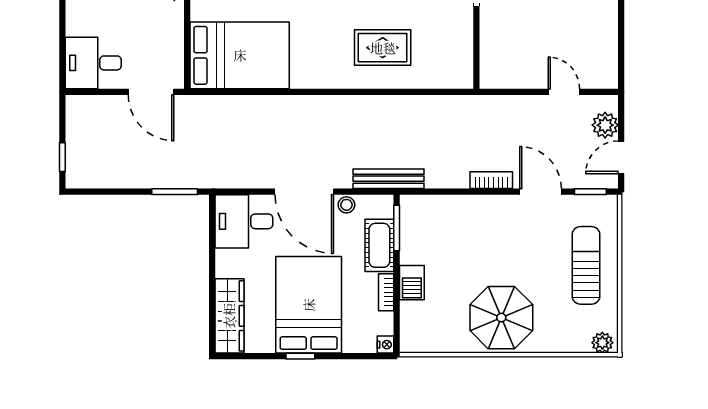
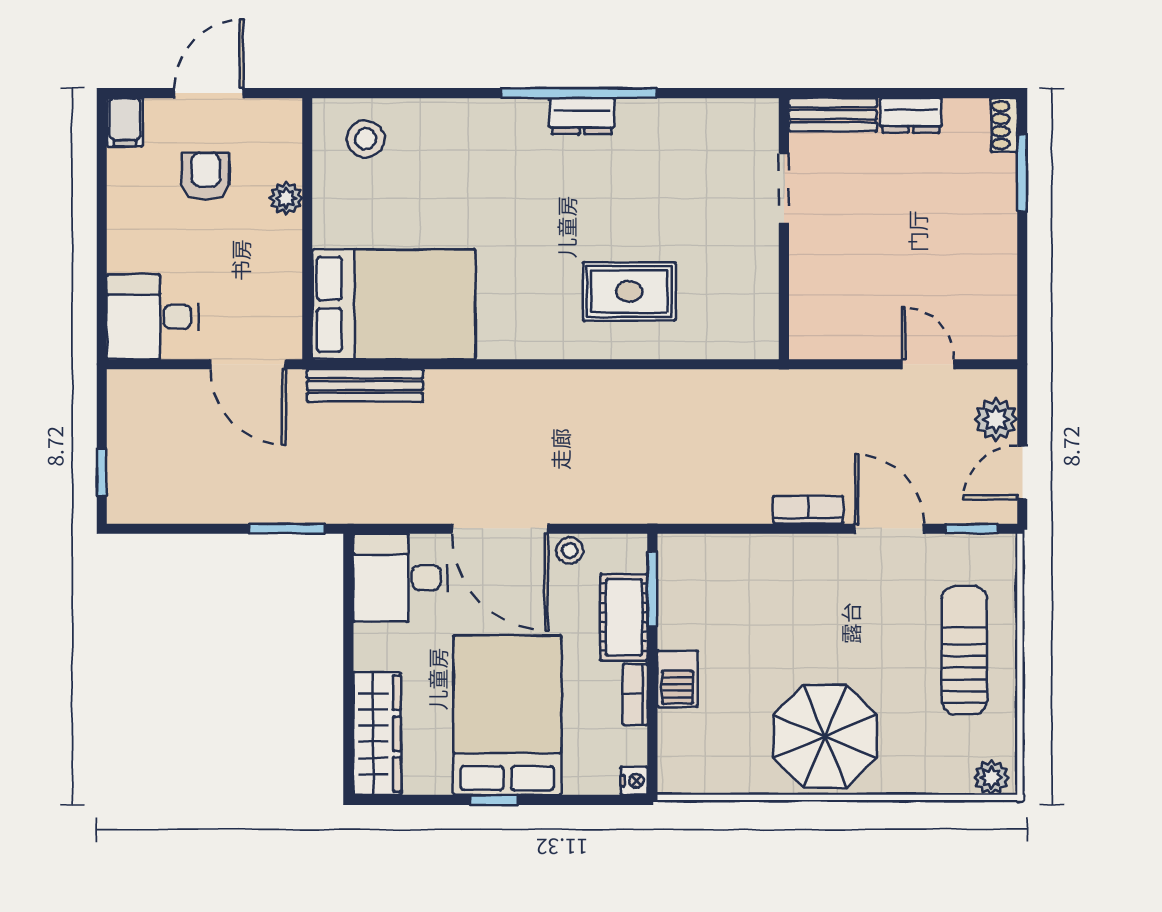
bench: (388, 179) -> (365, 386), moved

